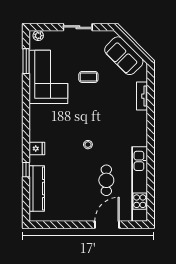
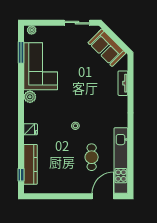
sliding door: (78, 27) -> (77, 23), moved
coffee table: (88, 77) -> (76, 66), removed
plant: (36, 112) -> (30, 97), added
window: (26, 170) -> (21, 175), moved
door: (107, 225) -> (103, 196), moved

